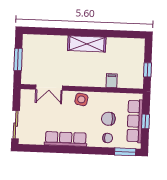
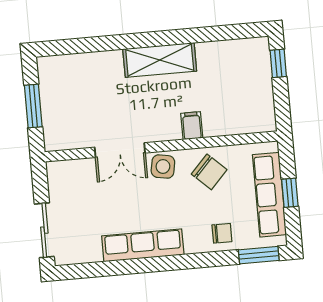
window: (147, 70) -> (278, 63), moved
filing cabinet: (112, 81) -> (192, 126), moved
double door: (49, 88) -> (120, 150), moved
chair: (108, 119) -> (209, 172), moved, turned -137

